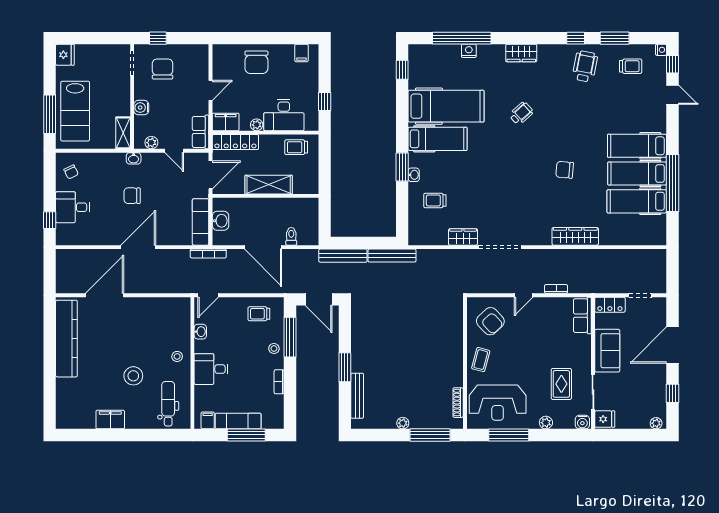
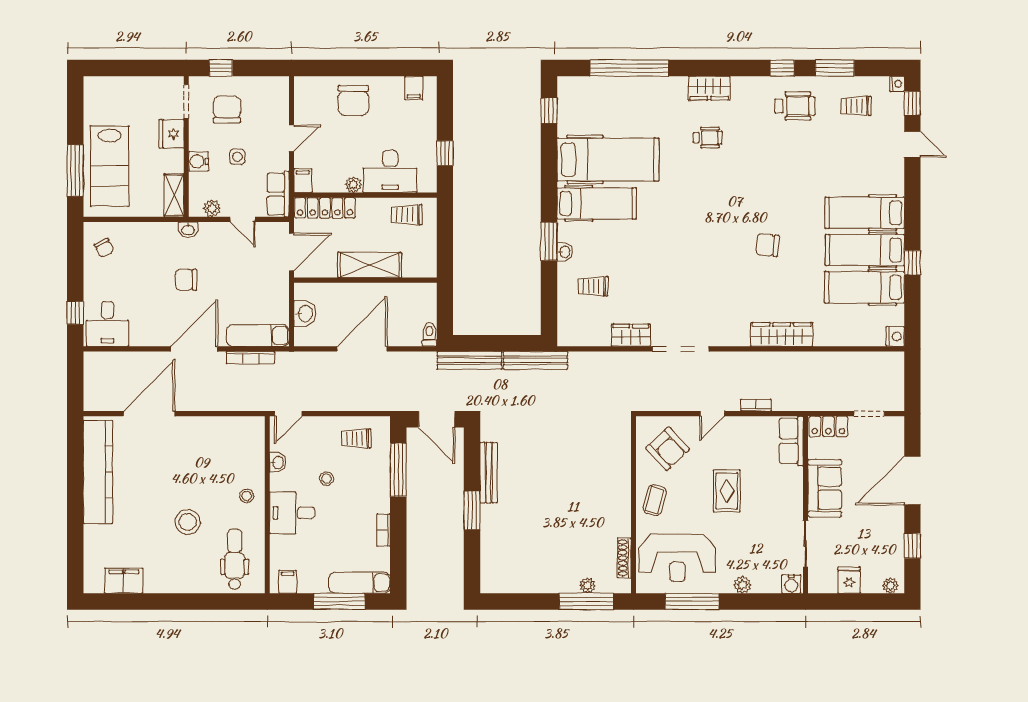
nightstand: (469, 51) -> (895, 336), moved, turned 90
fridge: (65, 55) -> (171, 134), moved, turned 180
wheelchair: (585, 66) -> (795, 106), turned 79
trolley: (631, 66) -> (856, 106), turned 180
side table: (170, 104) -> (237, 157), added
wheelchair: (521, 113) -> (708, 138), moved, turned 42
filing cabinet: (226, 122) -> (303, 181), width x0.50
window: (672, 183) -> (912, 263), width x0.32
desk: (72, 207) -> (107, 324), moved, turned -90
exam couch: (201, 222) -> (258, 336), moved, turned 90
toilet: (291, 236) -> (429, 334), moved
door: (263, 247) -> (362, 349), swing flipped
bookcase: (208, 253) -> (250, 357), moved
stool: (274, 349) -> (327, 479), moved
rug: (561, 384) -> (727, 491), moved
bench: (357, 396) -> (489, 473), moved
fridge: (605, 419) -> (849, 580), moved, turned -90
filing cabinet: (110, 420) -> (124, 581), moved
exam couch: (238, 421) -> (360, 583), moved
plant: (403, 423) -> (587, 585), moved

